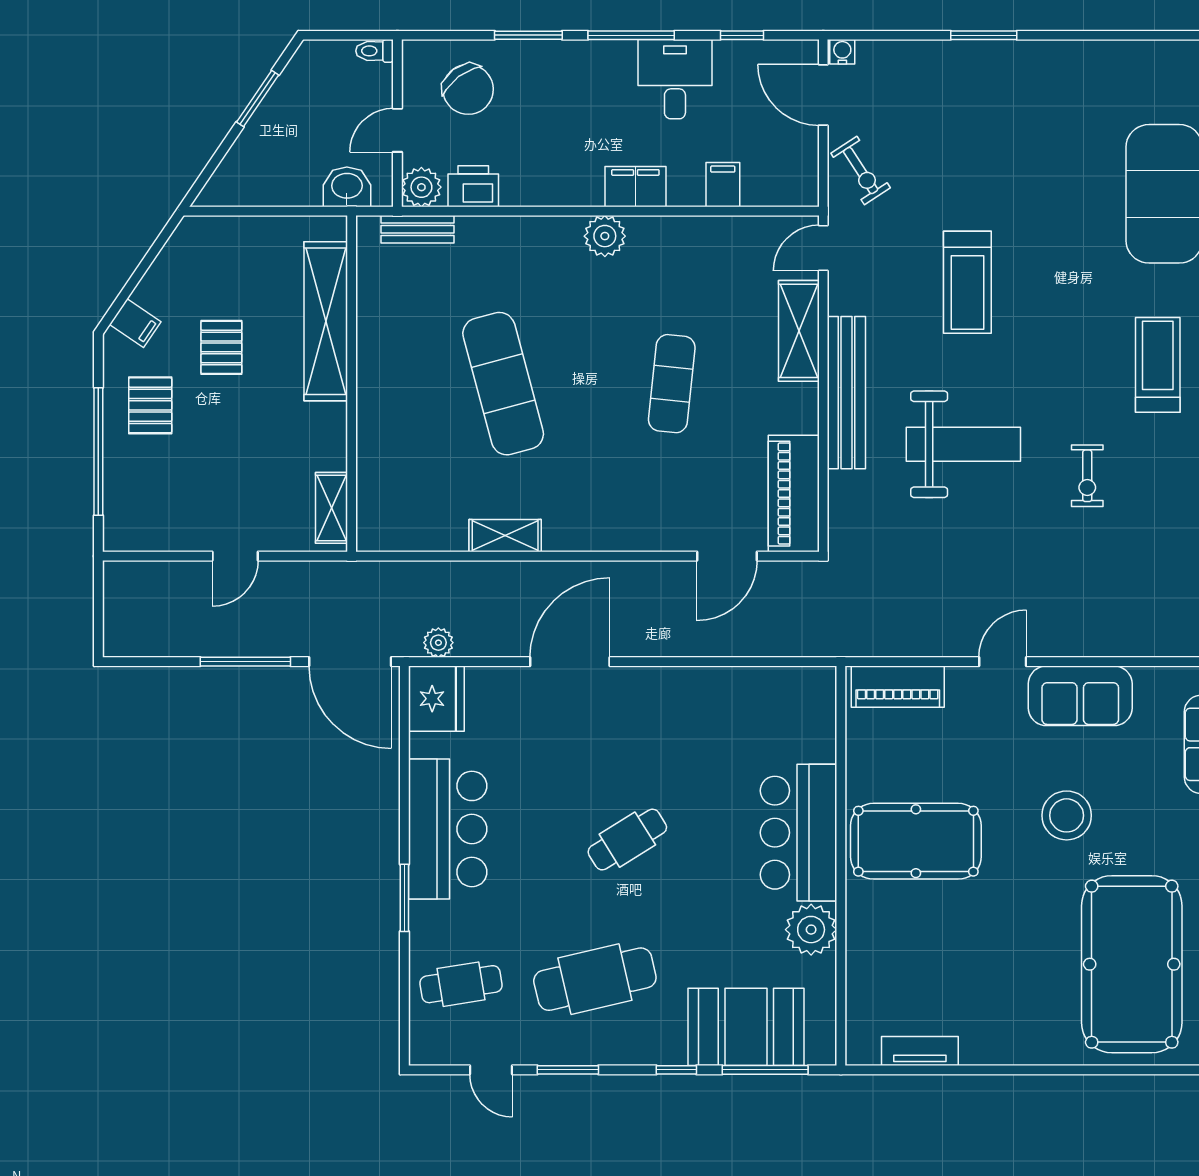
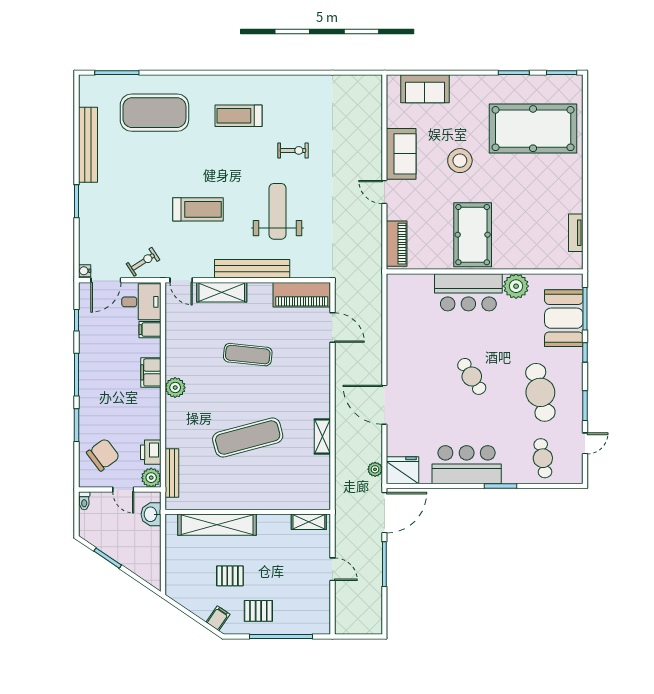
bench: (1099, 59) -> (88, 145), added
desk: (675, 79) -> (141, 302), moved, turned 180
bench: (418, 229) -> (172, 473), width x1.36

